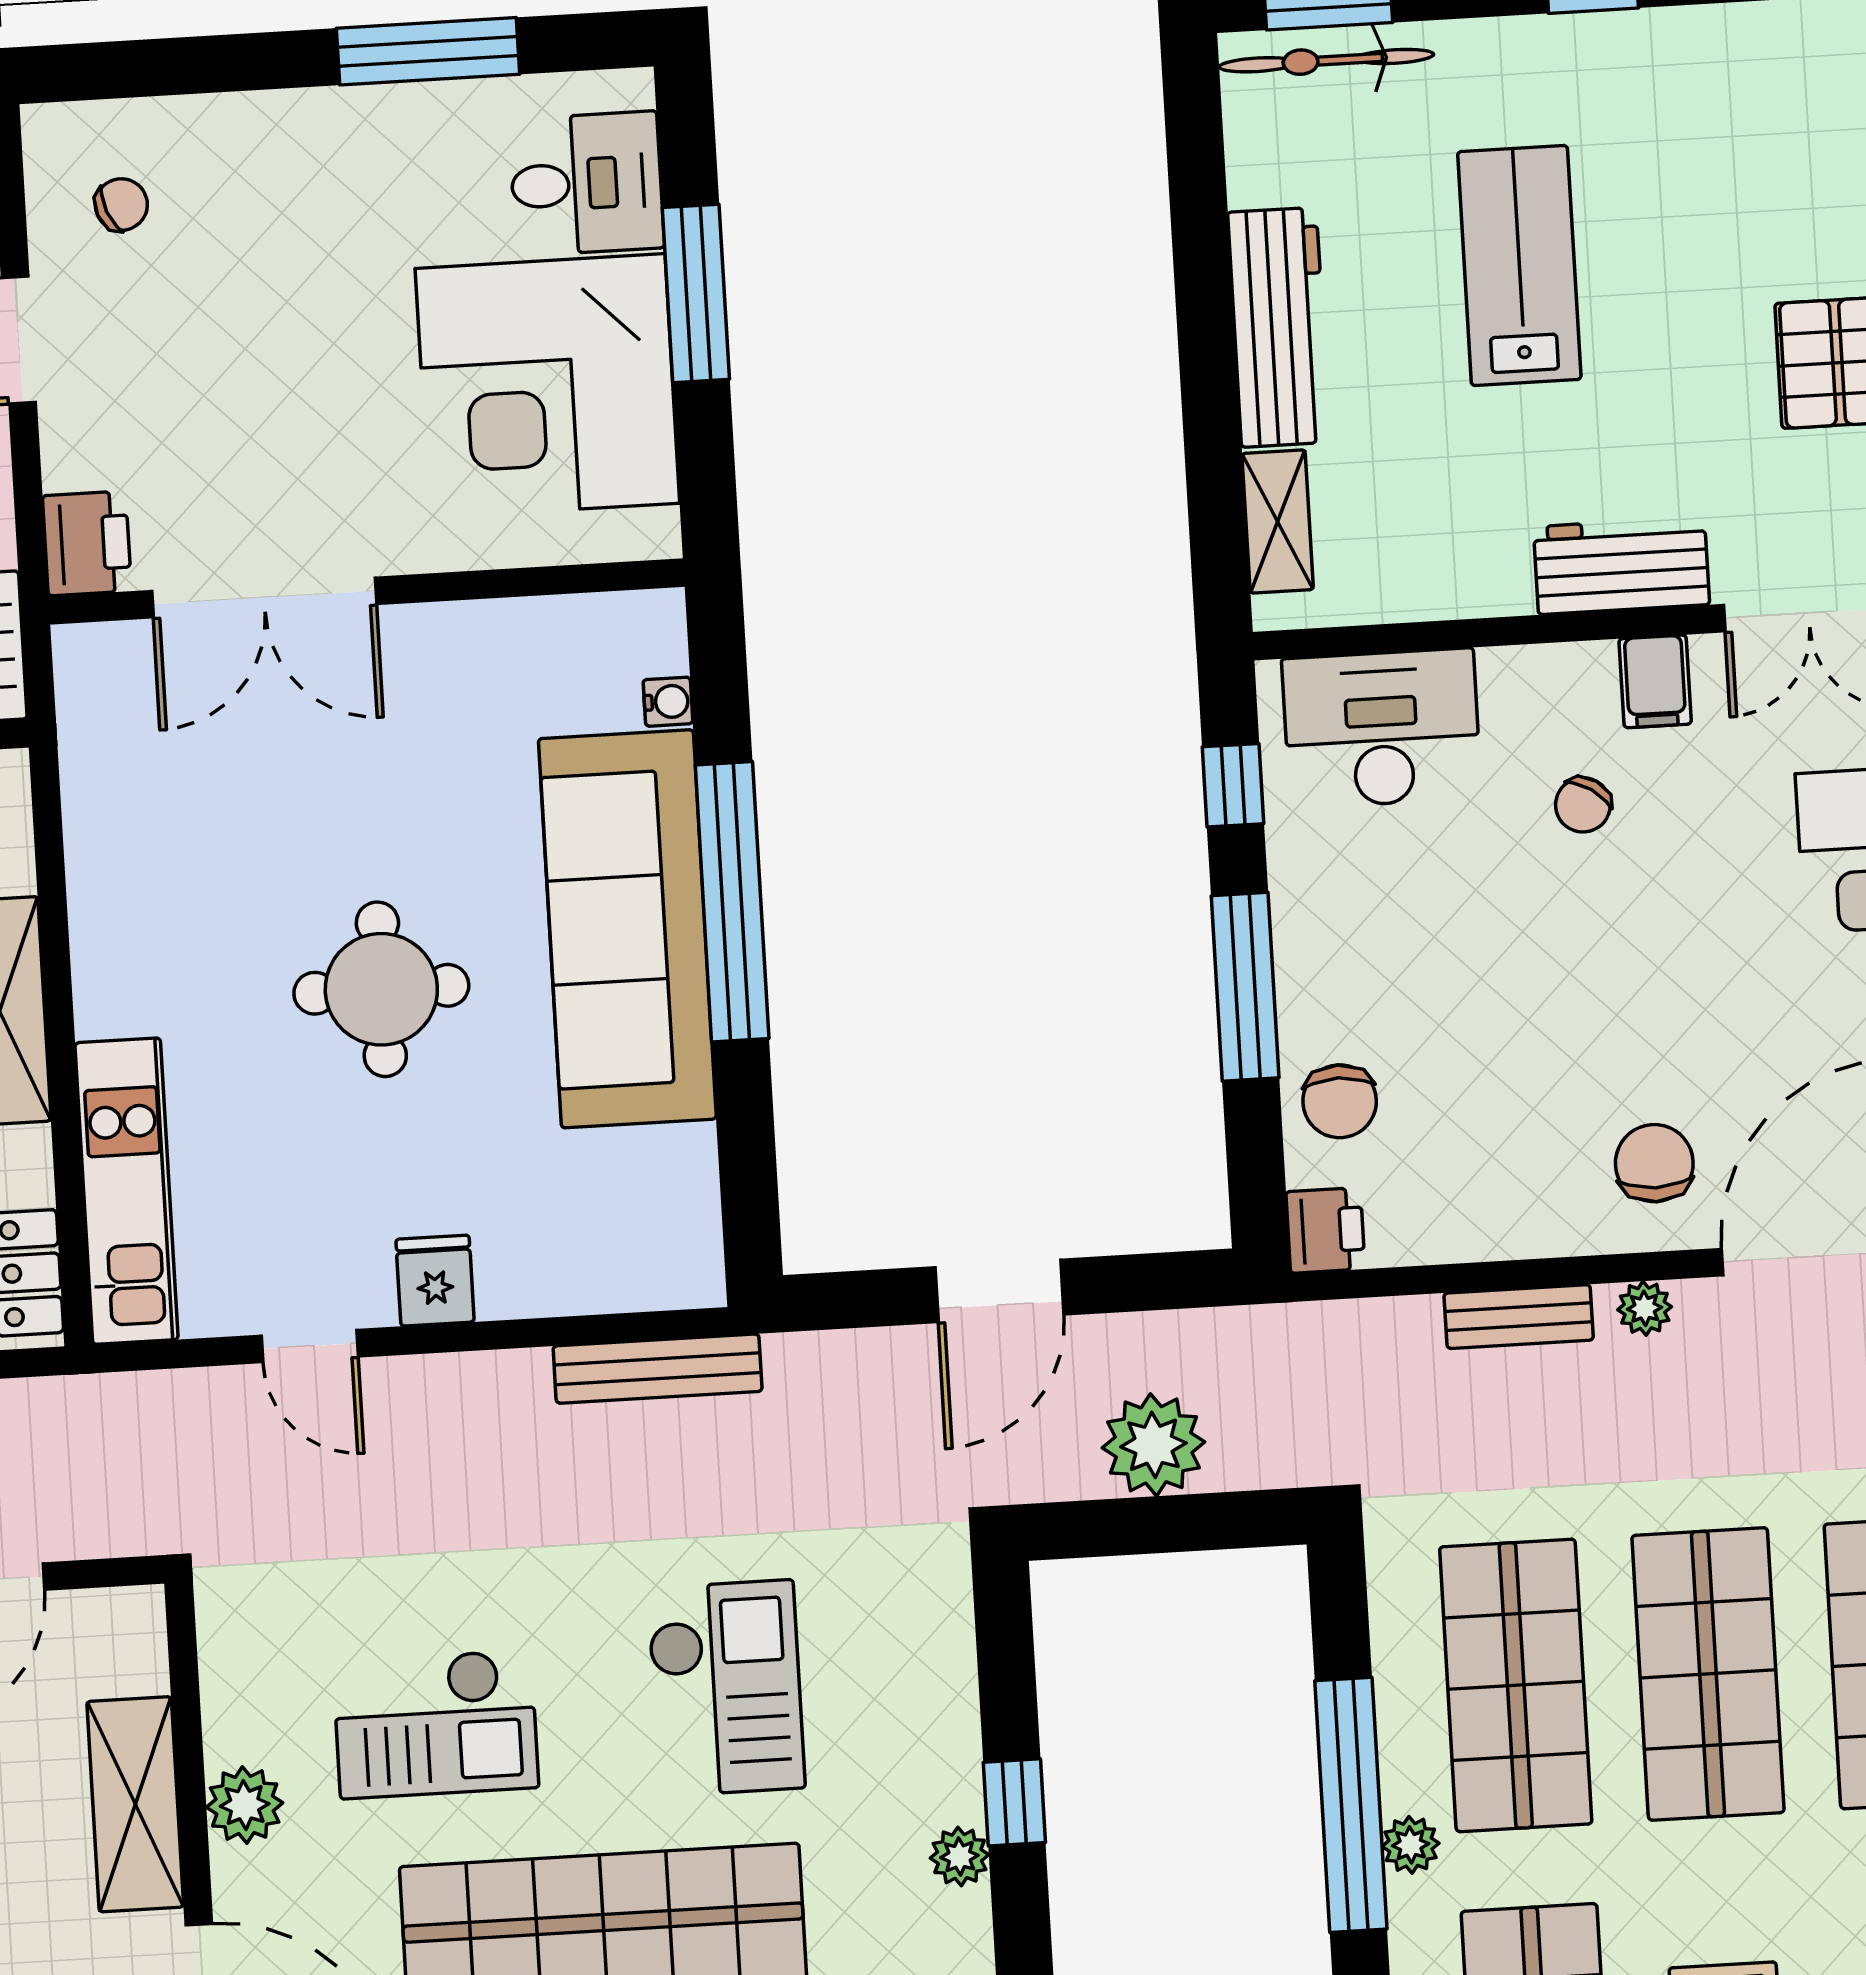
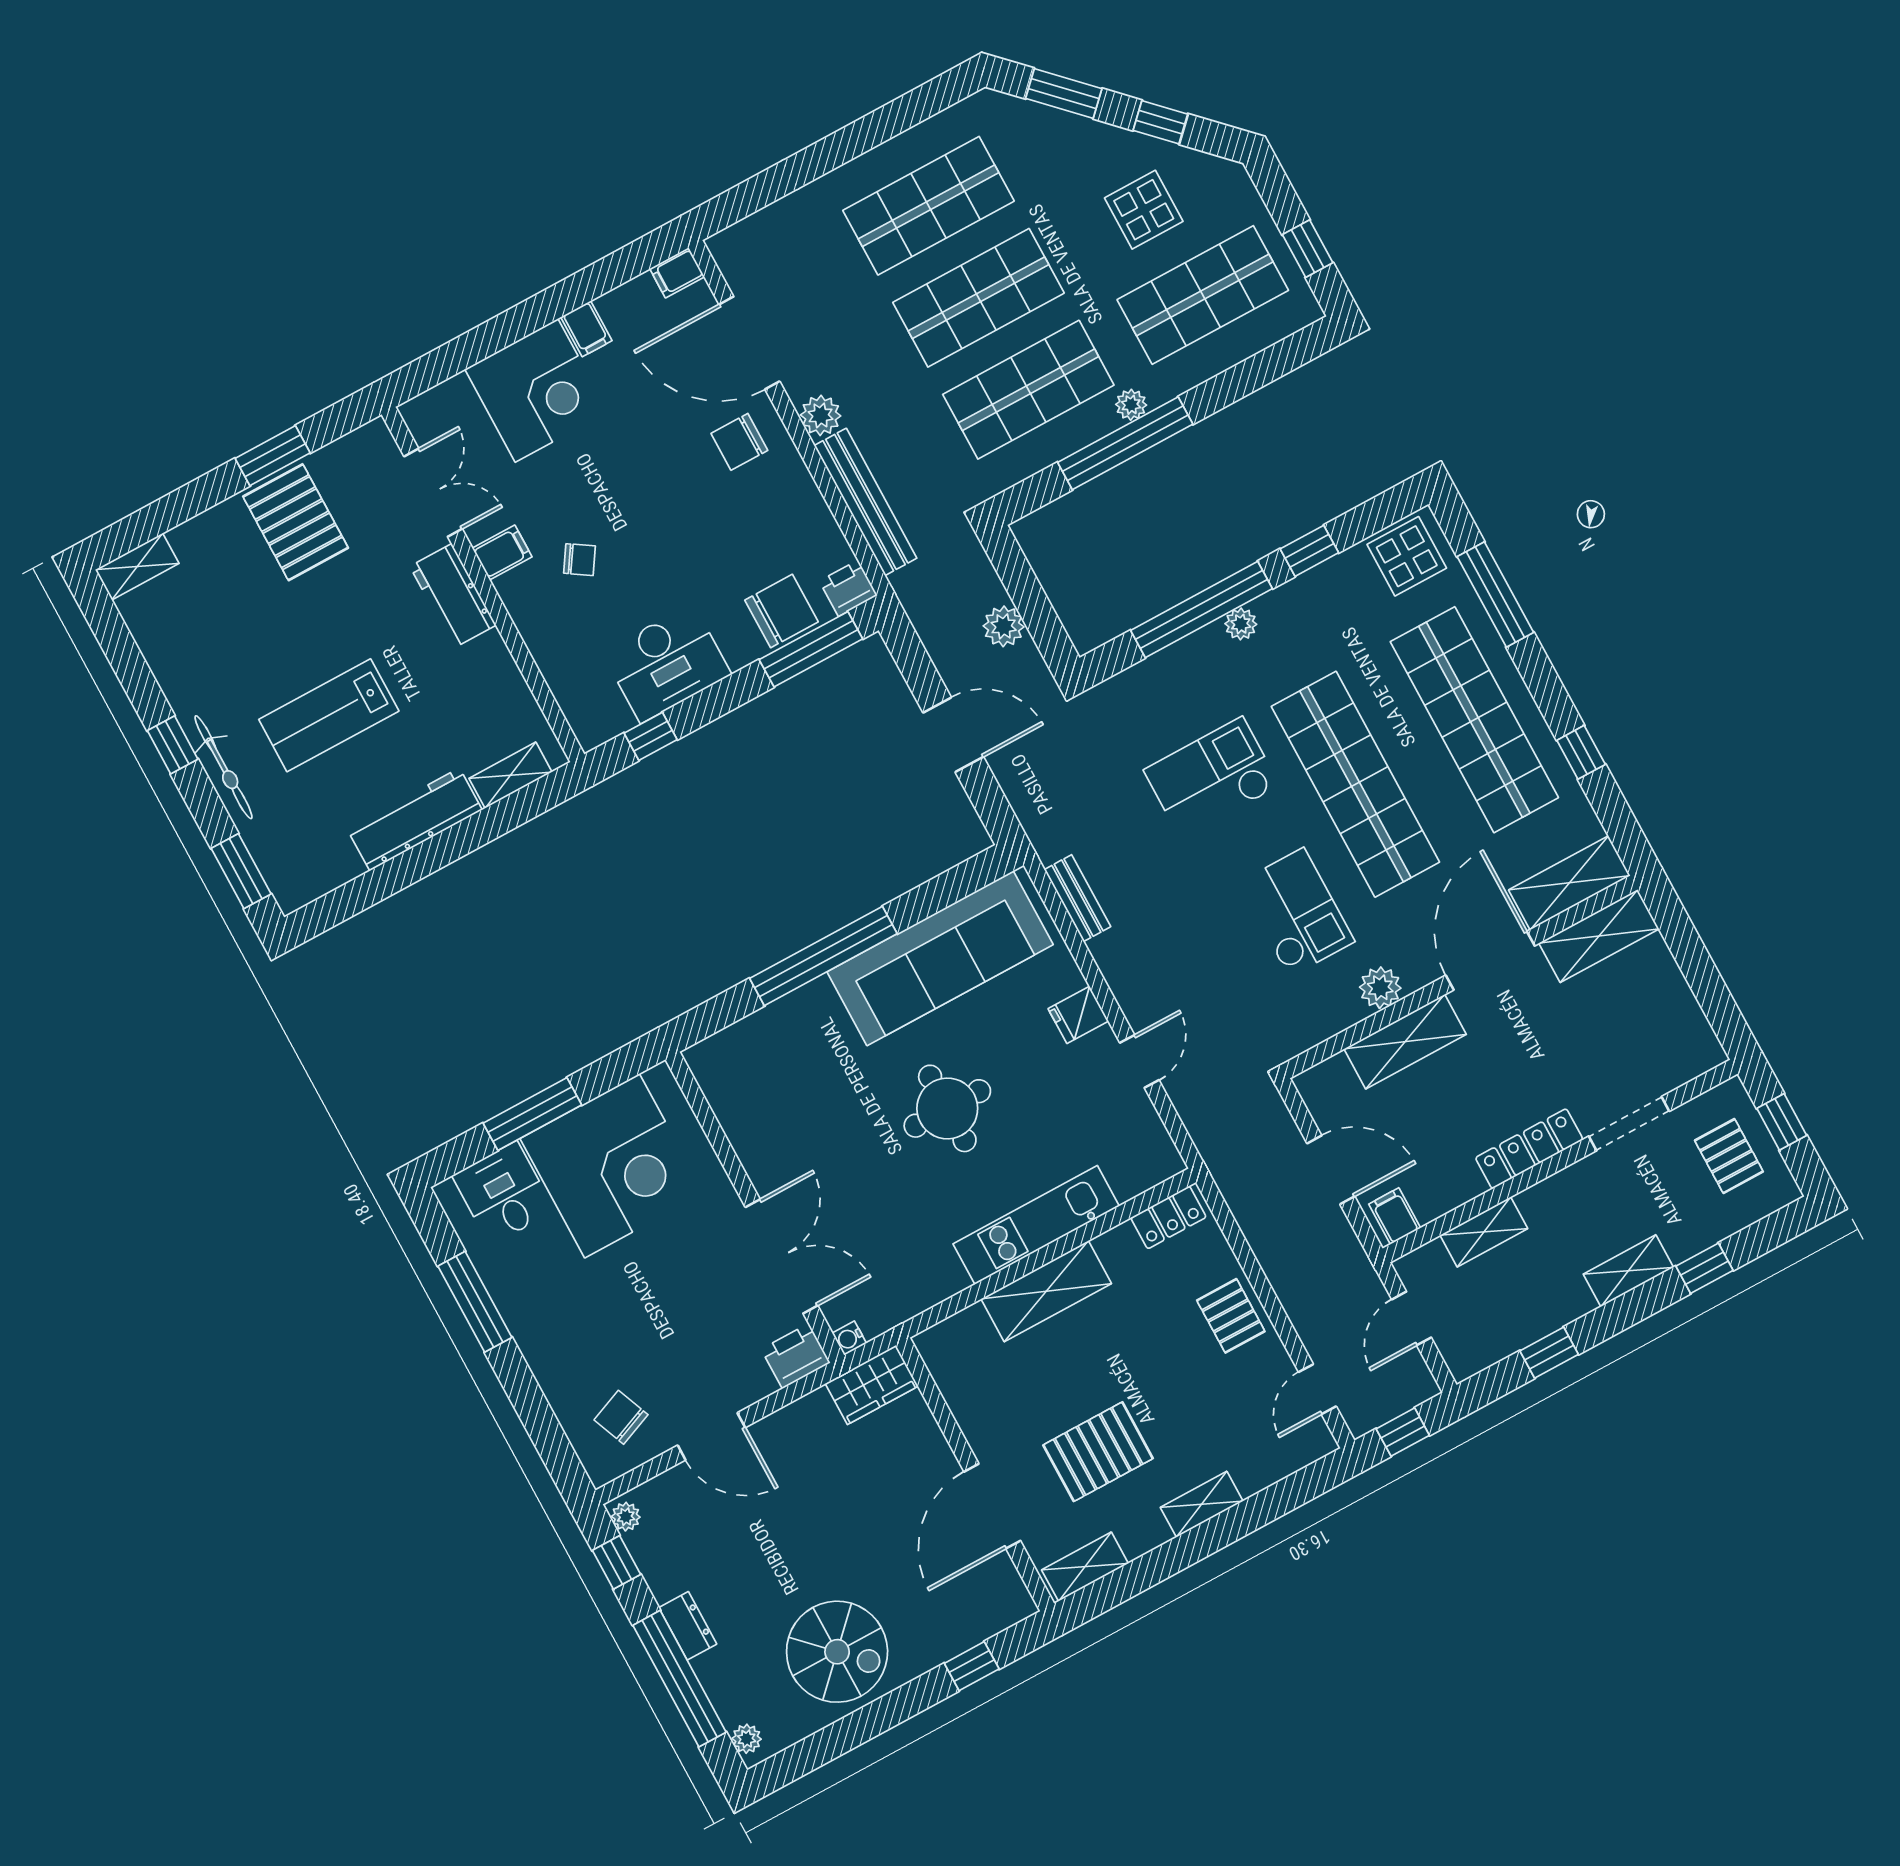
bicycle: (1326, 61) -> (223, 767), moved
chair: (121, 205) -> (621, 1417), width x1.37, depth x1.37
water cooler: (668, 702) -> (849, 1338), moved, turned -90
desk: (1382, 728) -> (667, 663), moved, turned -90
sofa: (627, 929) -> (940, 958), moved
window: (1245, 987) -> (811, 649), moved
chair: (1340, 1101) -> (782, 611), width x1.37, depth x1.37
kitchen unit: (127, 1191) -> (1036, 1225), moved
plant: (1645, 1308) -> (821, 415), width x1.38, depth x1.38
bench: (1519, 1317) -> (865, 502), width x1.86, depth x1.21
bench: (658, 1369) -> (1077, 898), width x0.73
plant: (1154, 1445) -> (1004, 626), width x0.73, depth x0.73
window: (1014, 1802) -> (1202, 609), width x3.17

